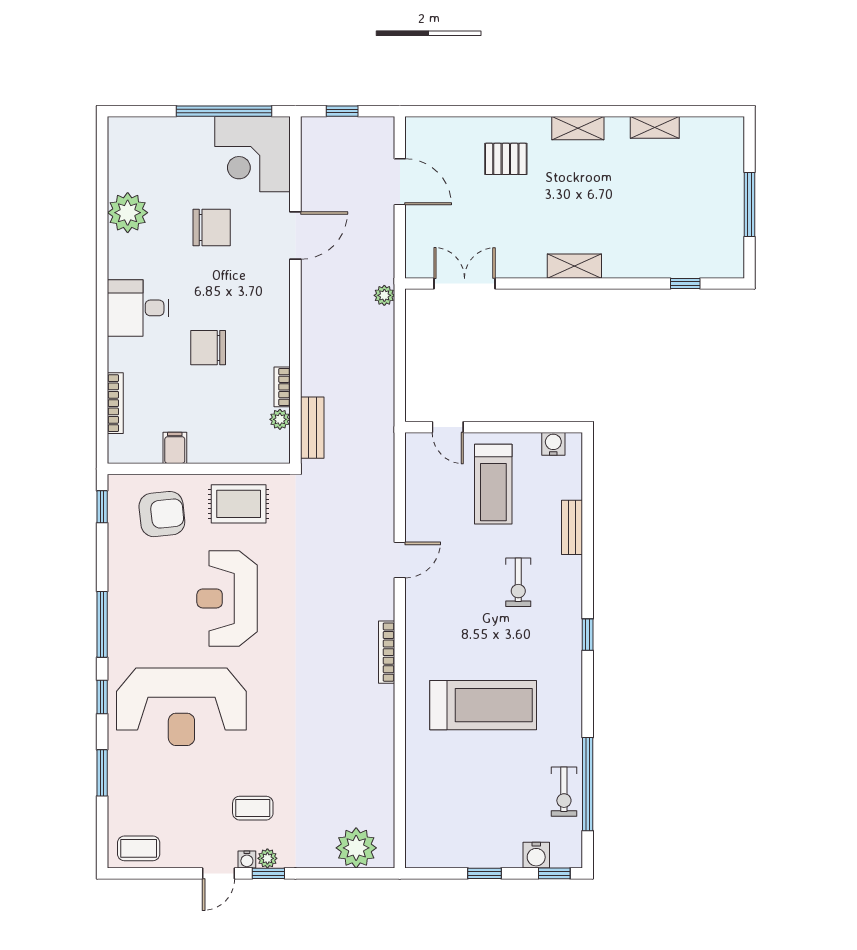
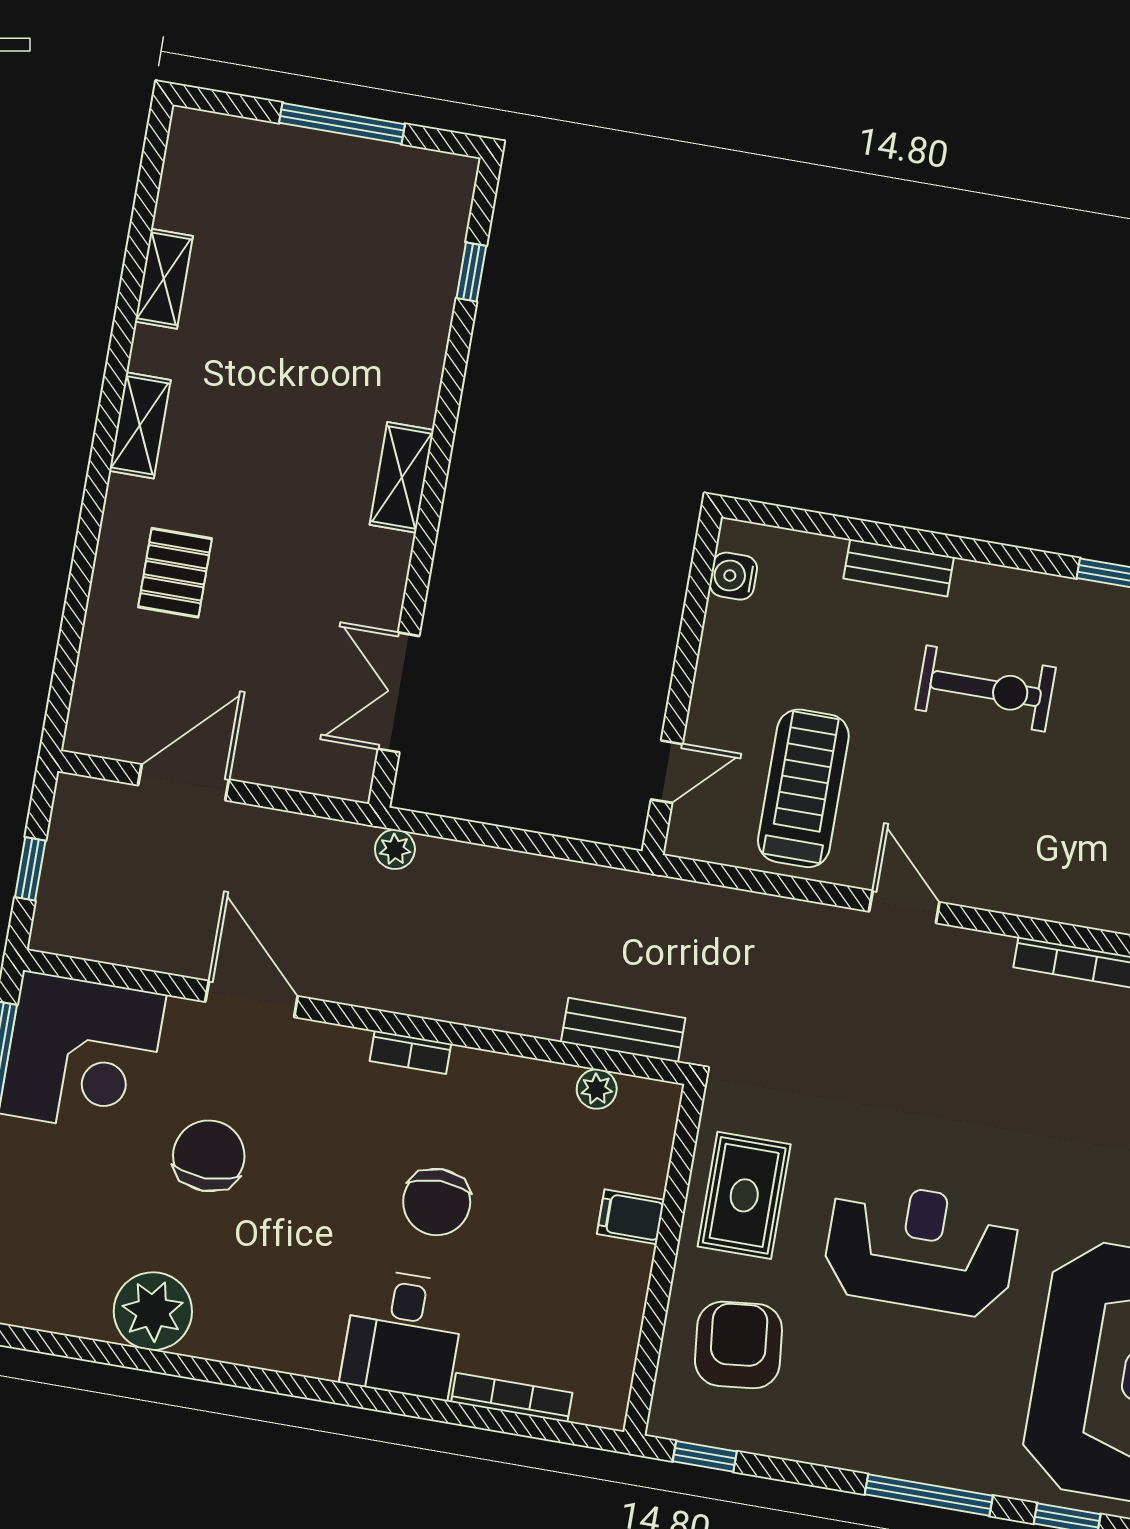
desk: (138, 308) -> (403, 1334), moved
bookcase: (282, 387) -> (410, 1052), moved
filing cabinet: (175, 448) -> (631, 1217), moved
treadmill: (493, 484) -> (803, 788), moved, turned -90
exercise bike: (518, 582) -> (986, 689), width x1.38, depth x1.39
reception desk: (227, 598) -> (921, 1249), turned 180

